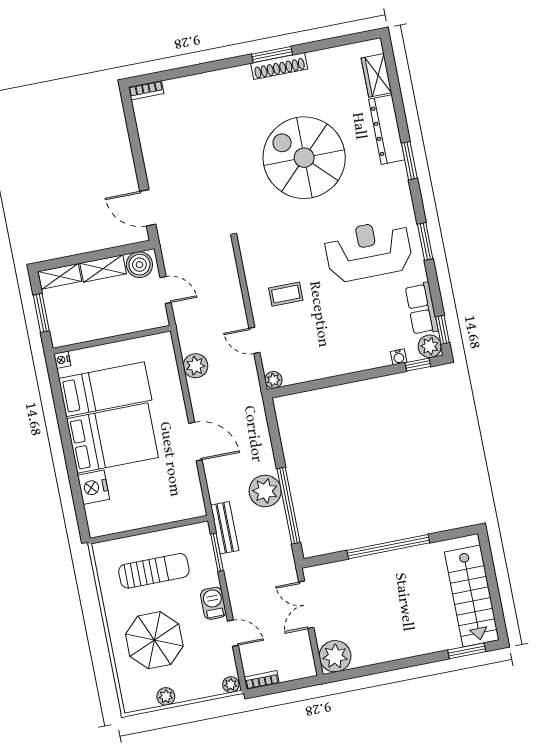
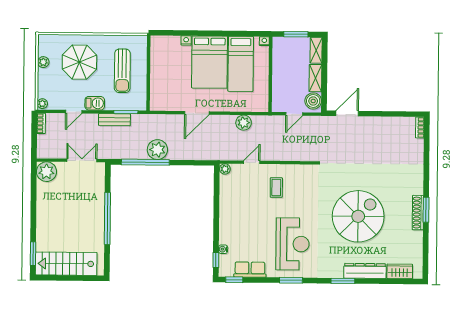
plant: (430, 346) -> (226, 270), removed
nightstand: (94, 487) -> (186, 40), width x0.53, depth x0.56
bench: (225, 528) -> (114, 120), moved

